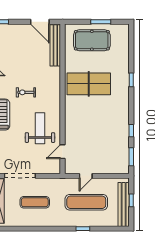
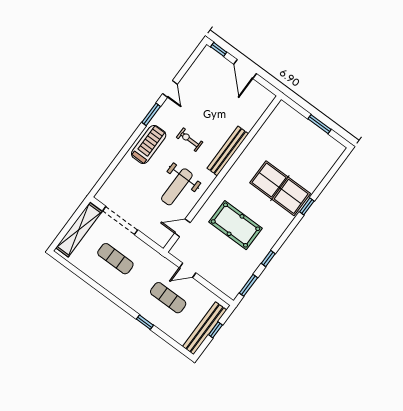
door: (40, 22) -> (245, 69), moved
pool table: (92, 40) -> (236, 225), moved
bench: (55, 45) -> (228, 151), moved
table tennis table: (89, 84) -> (280, 188), moved
weight bench: (40, 128) -> (177, 187), turned 180
exercise mat: (86, 202) -> (168, 298), width x0.73, depth x0.69

